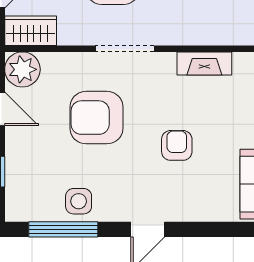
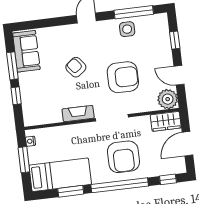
fireplace: (204, 63) -> (78, 114), moved
armchair: (177, 145) -> (76, 67), turned 142

